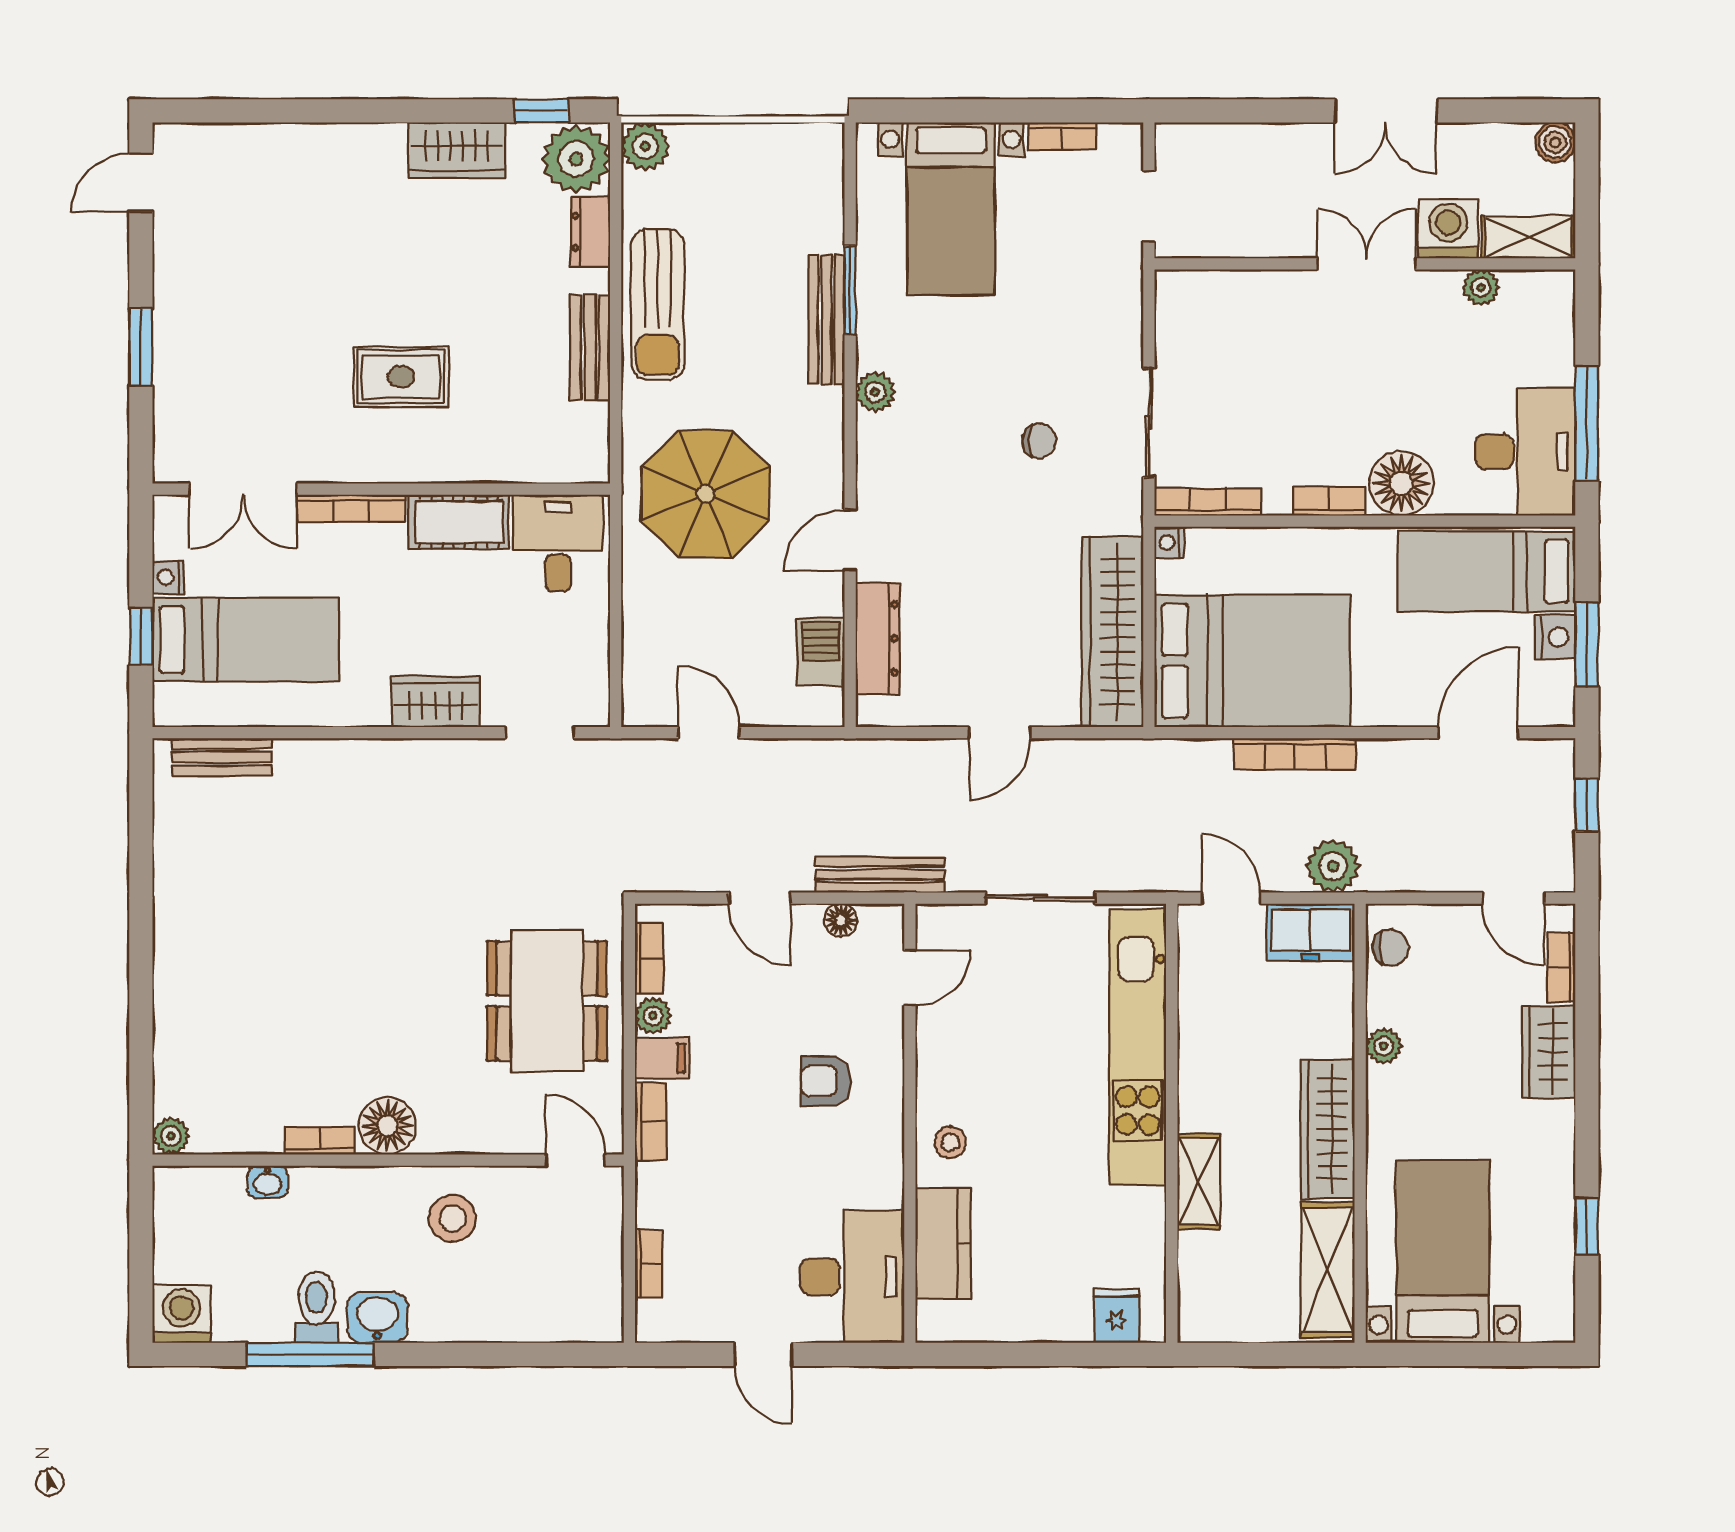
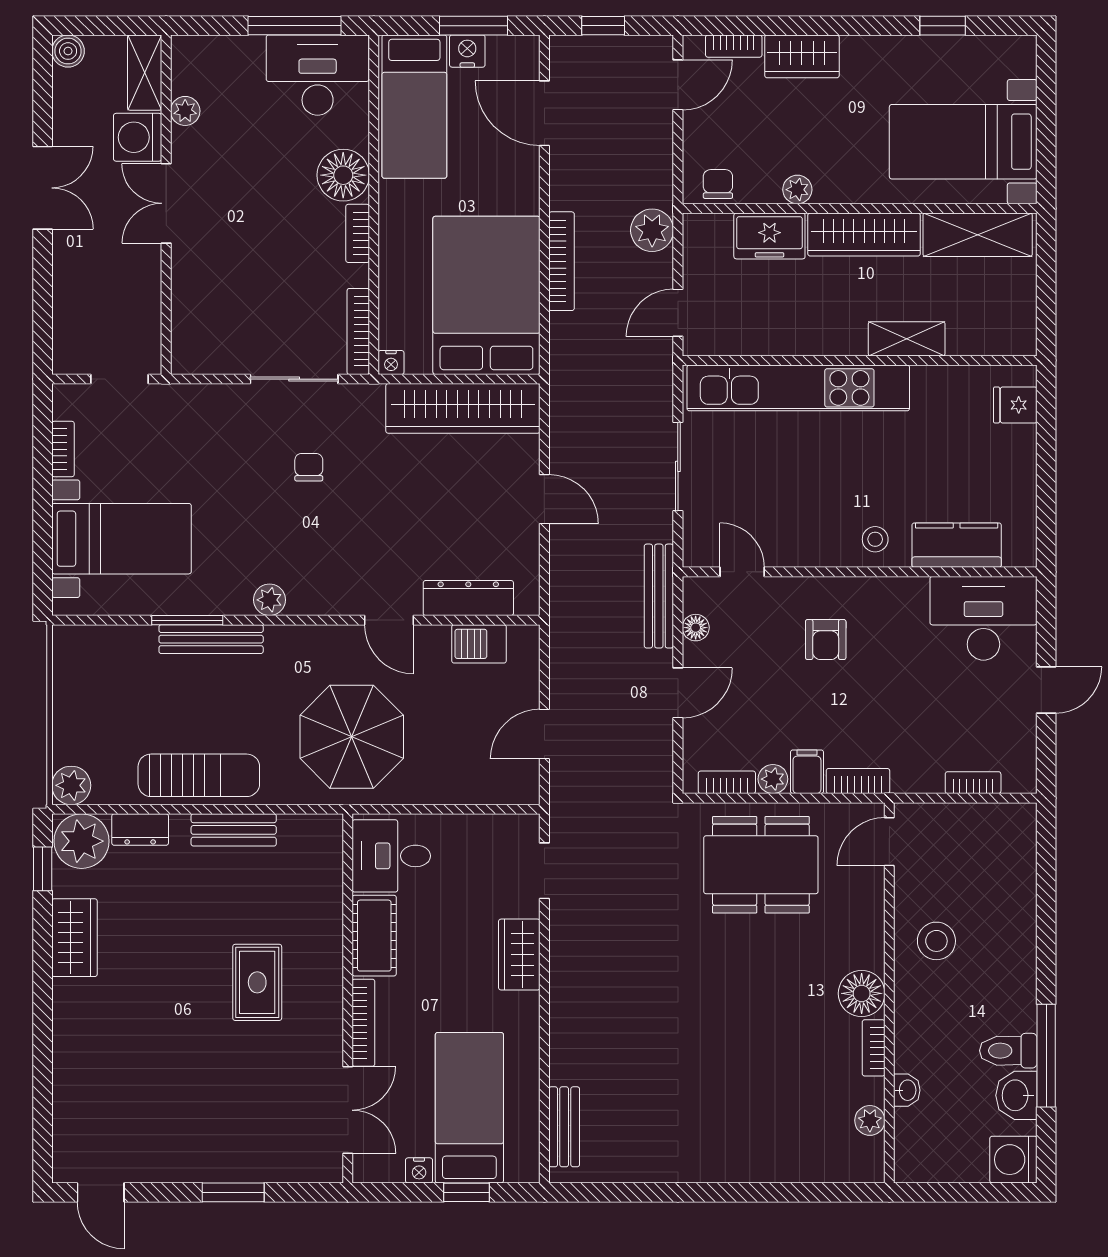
freezer: (1311, 932) -> (769, 236), moved, turned 90
plant: (171, 1136) -> (870, 1120), moved
washbasin: (377, 1317) -> (1016, 1095), moved

